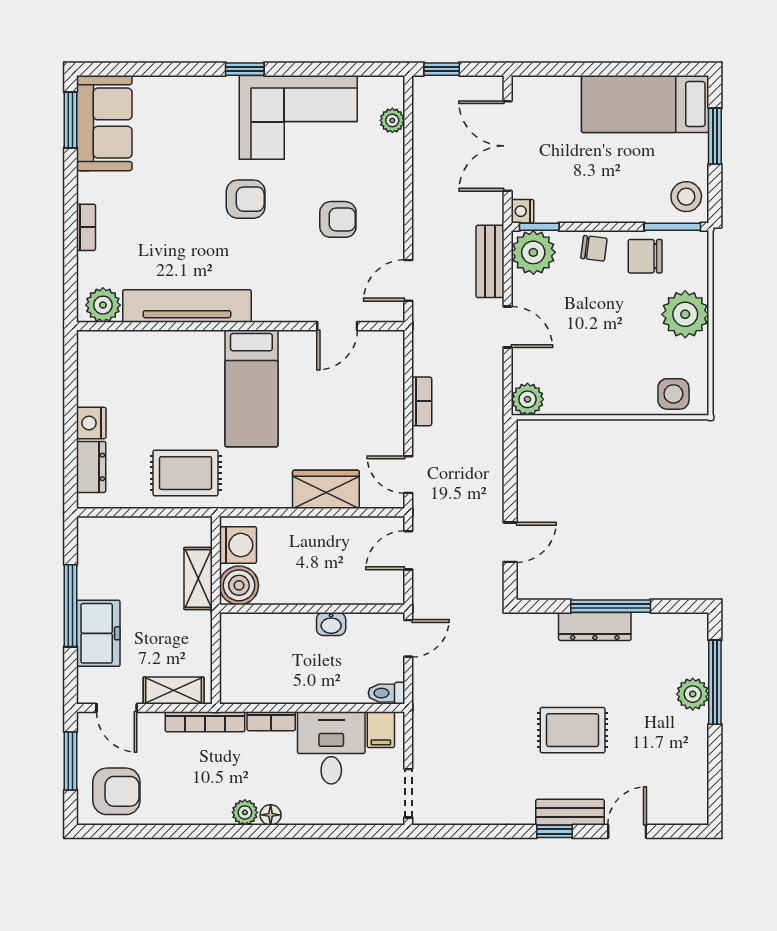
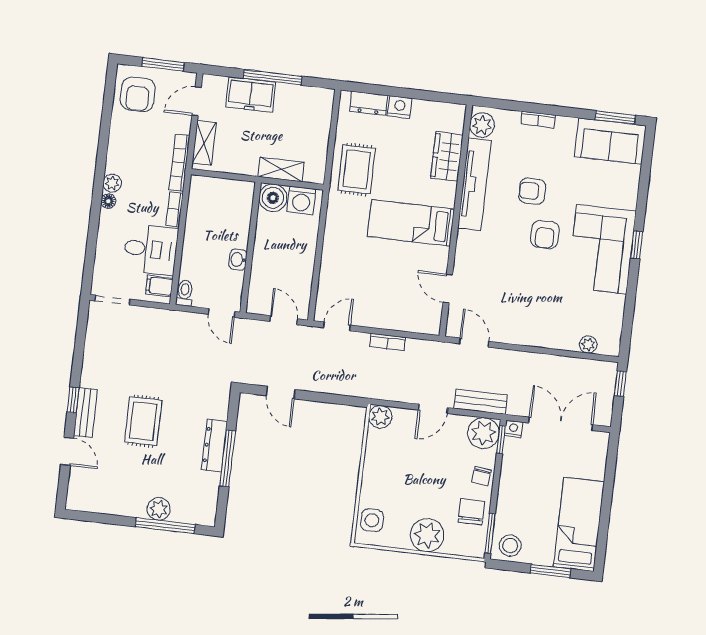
corner sofa: (298, 117) -> (602, 249), moved
armchair: (338, 219) -> (532, 191), moved, turned 90
wardrobe: (326, 489) -> (447, 156), moved, turned 180

